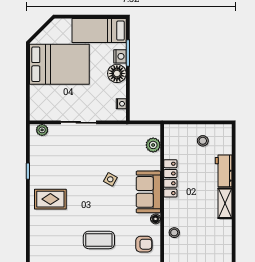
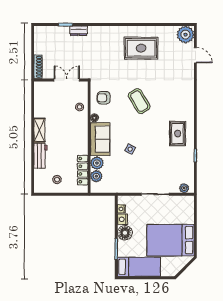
nightstand: (120, 56) -> (123, 219), moved
plant: (152, 162) -> (97, 163), added
locker: (170, 178) -> (83, 170), moved
rug: (50, 199) -> (178, 133), turned 90
coffee table: (99, 240) -> (139, 101), turned 59

